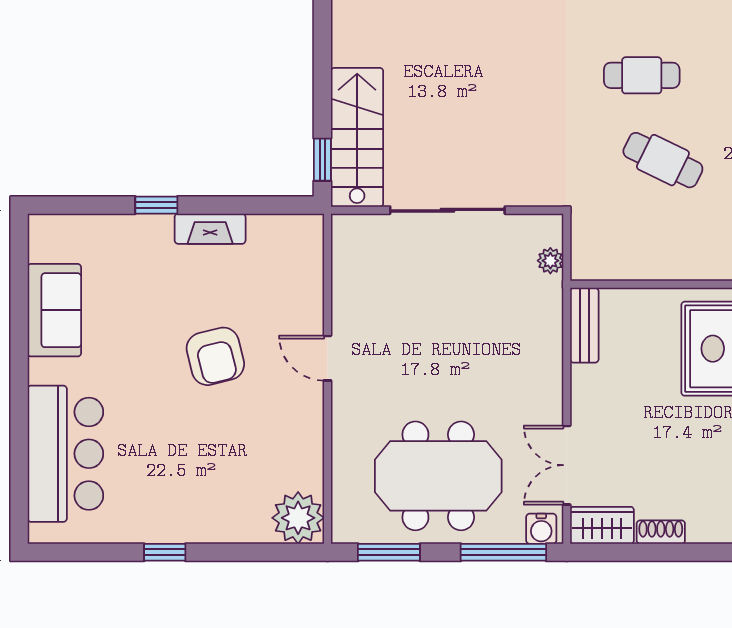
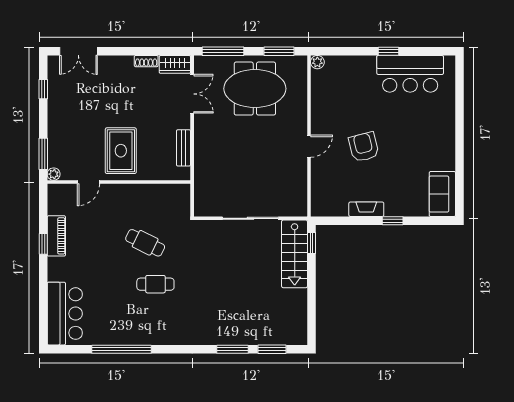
plant: (550, 261) -> (200, 194), removed
sofa: (54, 310) -> (442, 194), moved
bench: (584, 325) -> (183, 148), moved
door: (327, 358) -> (309, 146), hinge flipped
bar counter: (65, 454) -> (410, 74), moved, turned -90
plant: (298, 518) -> (317, 62), width x0.53, depth x0.53
water cooler: (541, 529) -> (205, 63), removed

